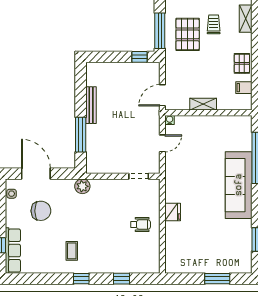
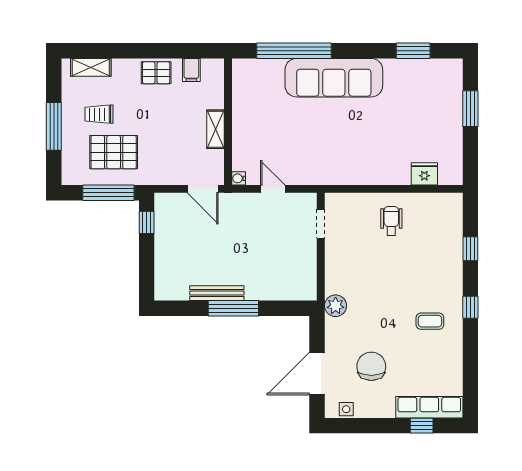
window: (81, 135) -> (233, 308), moved
fridge: (173, 212) -> (424, 174), moved

